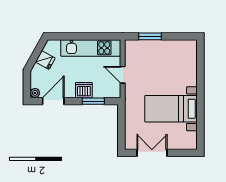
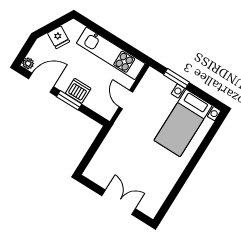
window: (93, 101) -> (69, 100), moved
bed with nightstands: (171, 109) -> (183, 123), moved, turned -90
double door: (152, 153) -> (119, 202), moved

